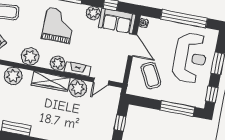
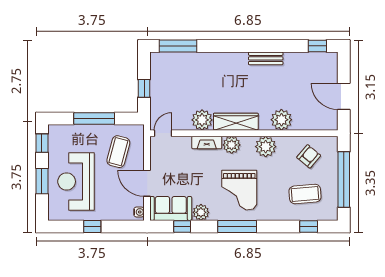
window: (184, 19) -> (92, 226), width x0.32
coffee table: (151, 75) -> (118, 152), turned 43
door: (101, 81) -> (163, 133), moved
window: (177, 109) -> (94, 118), moved

